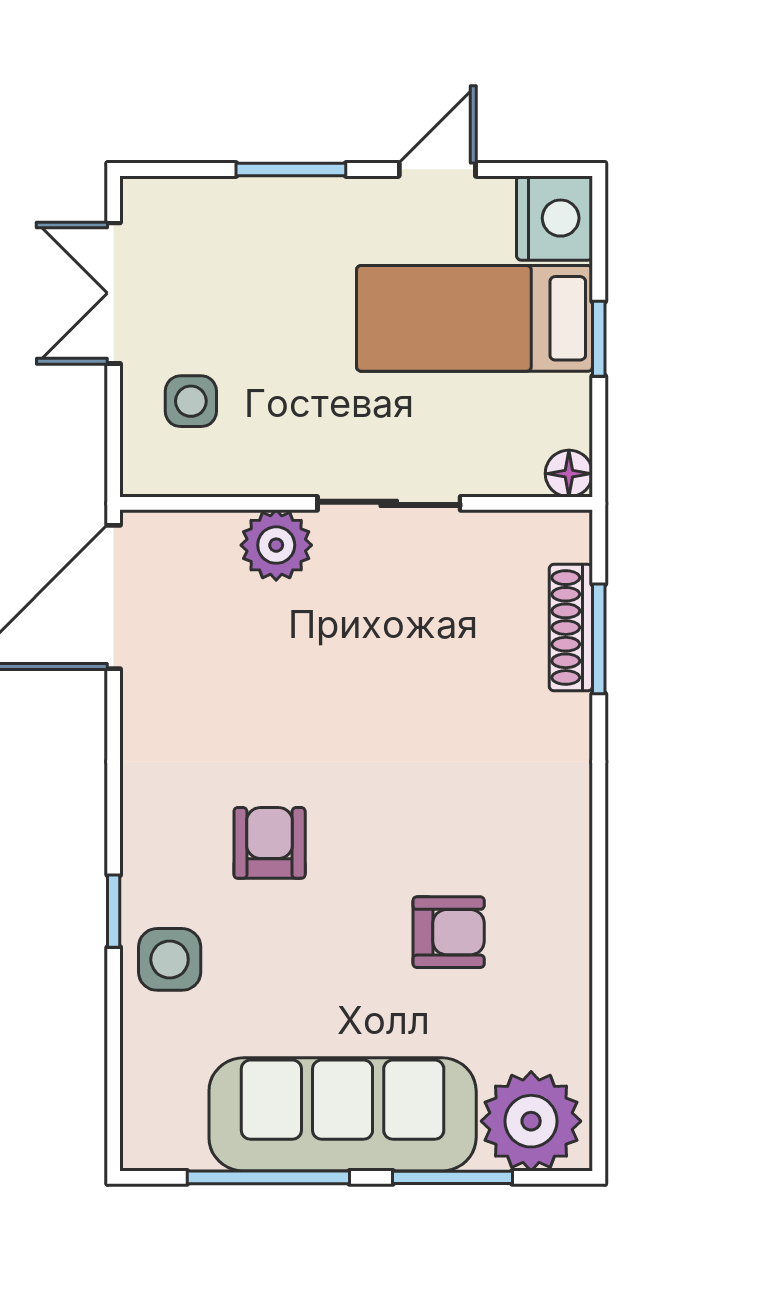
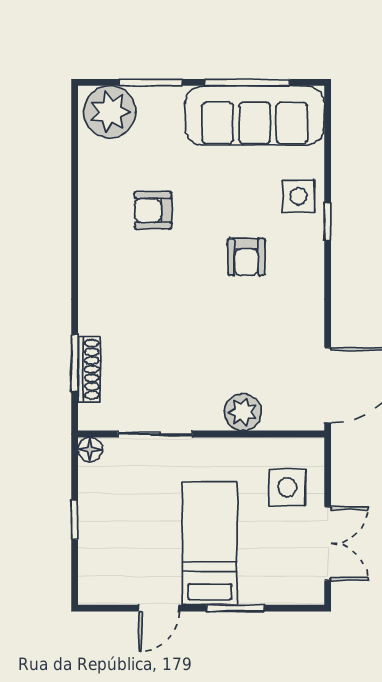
nightstand: (555, 218) -> (98, 583), removed
bed: (475, 318) -> (210, 543), moved, turned -90
side table: (191, 401) -> (287, 487), width x1.37, depth x1.37
sliding door: (389, 503) -> (155, 434), moved
sofa: (343, 1114) -> (255, 115), moved

